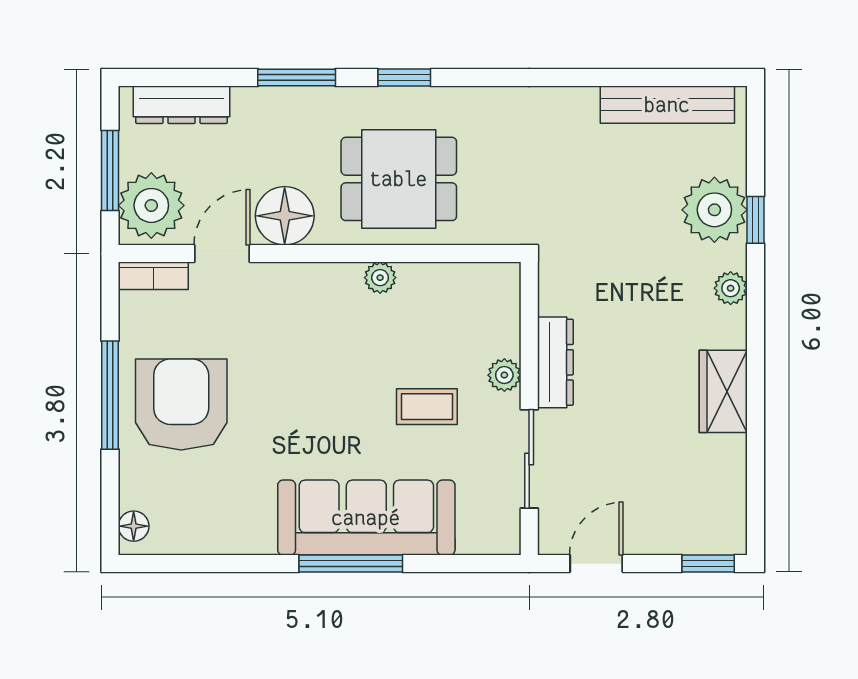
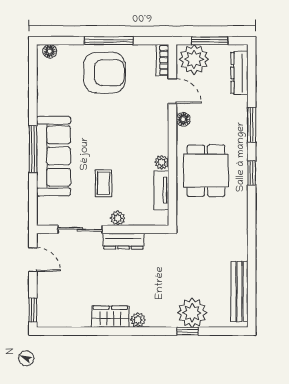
floor lamp: (285, 216) -> (183, 119), width x0.53, depth x0.53
tv unit: (442, 278) -> (161, 190), added
plant: (731, 288) -> (138, 320), moved

